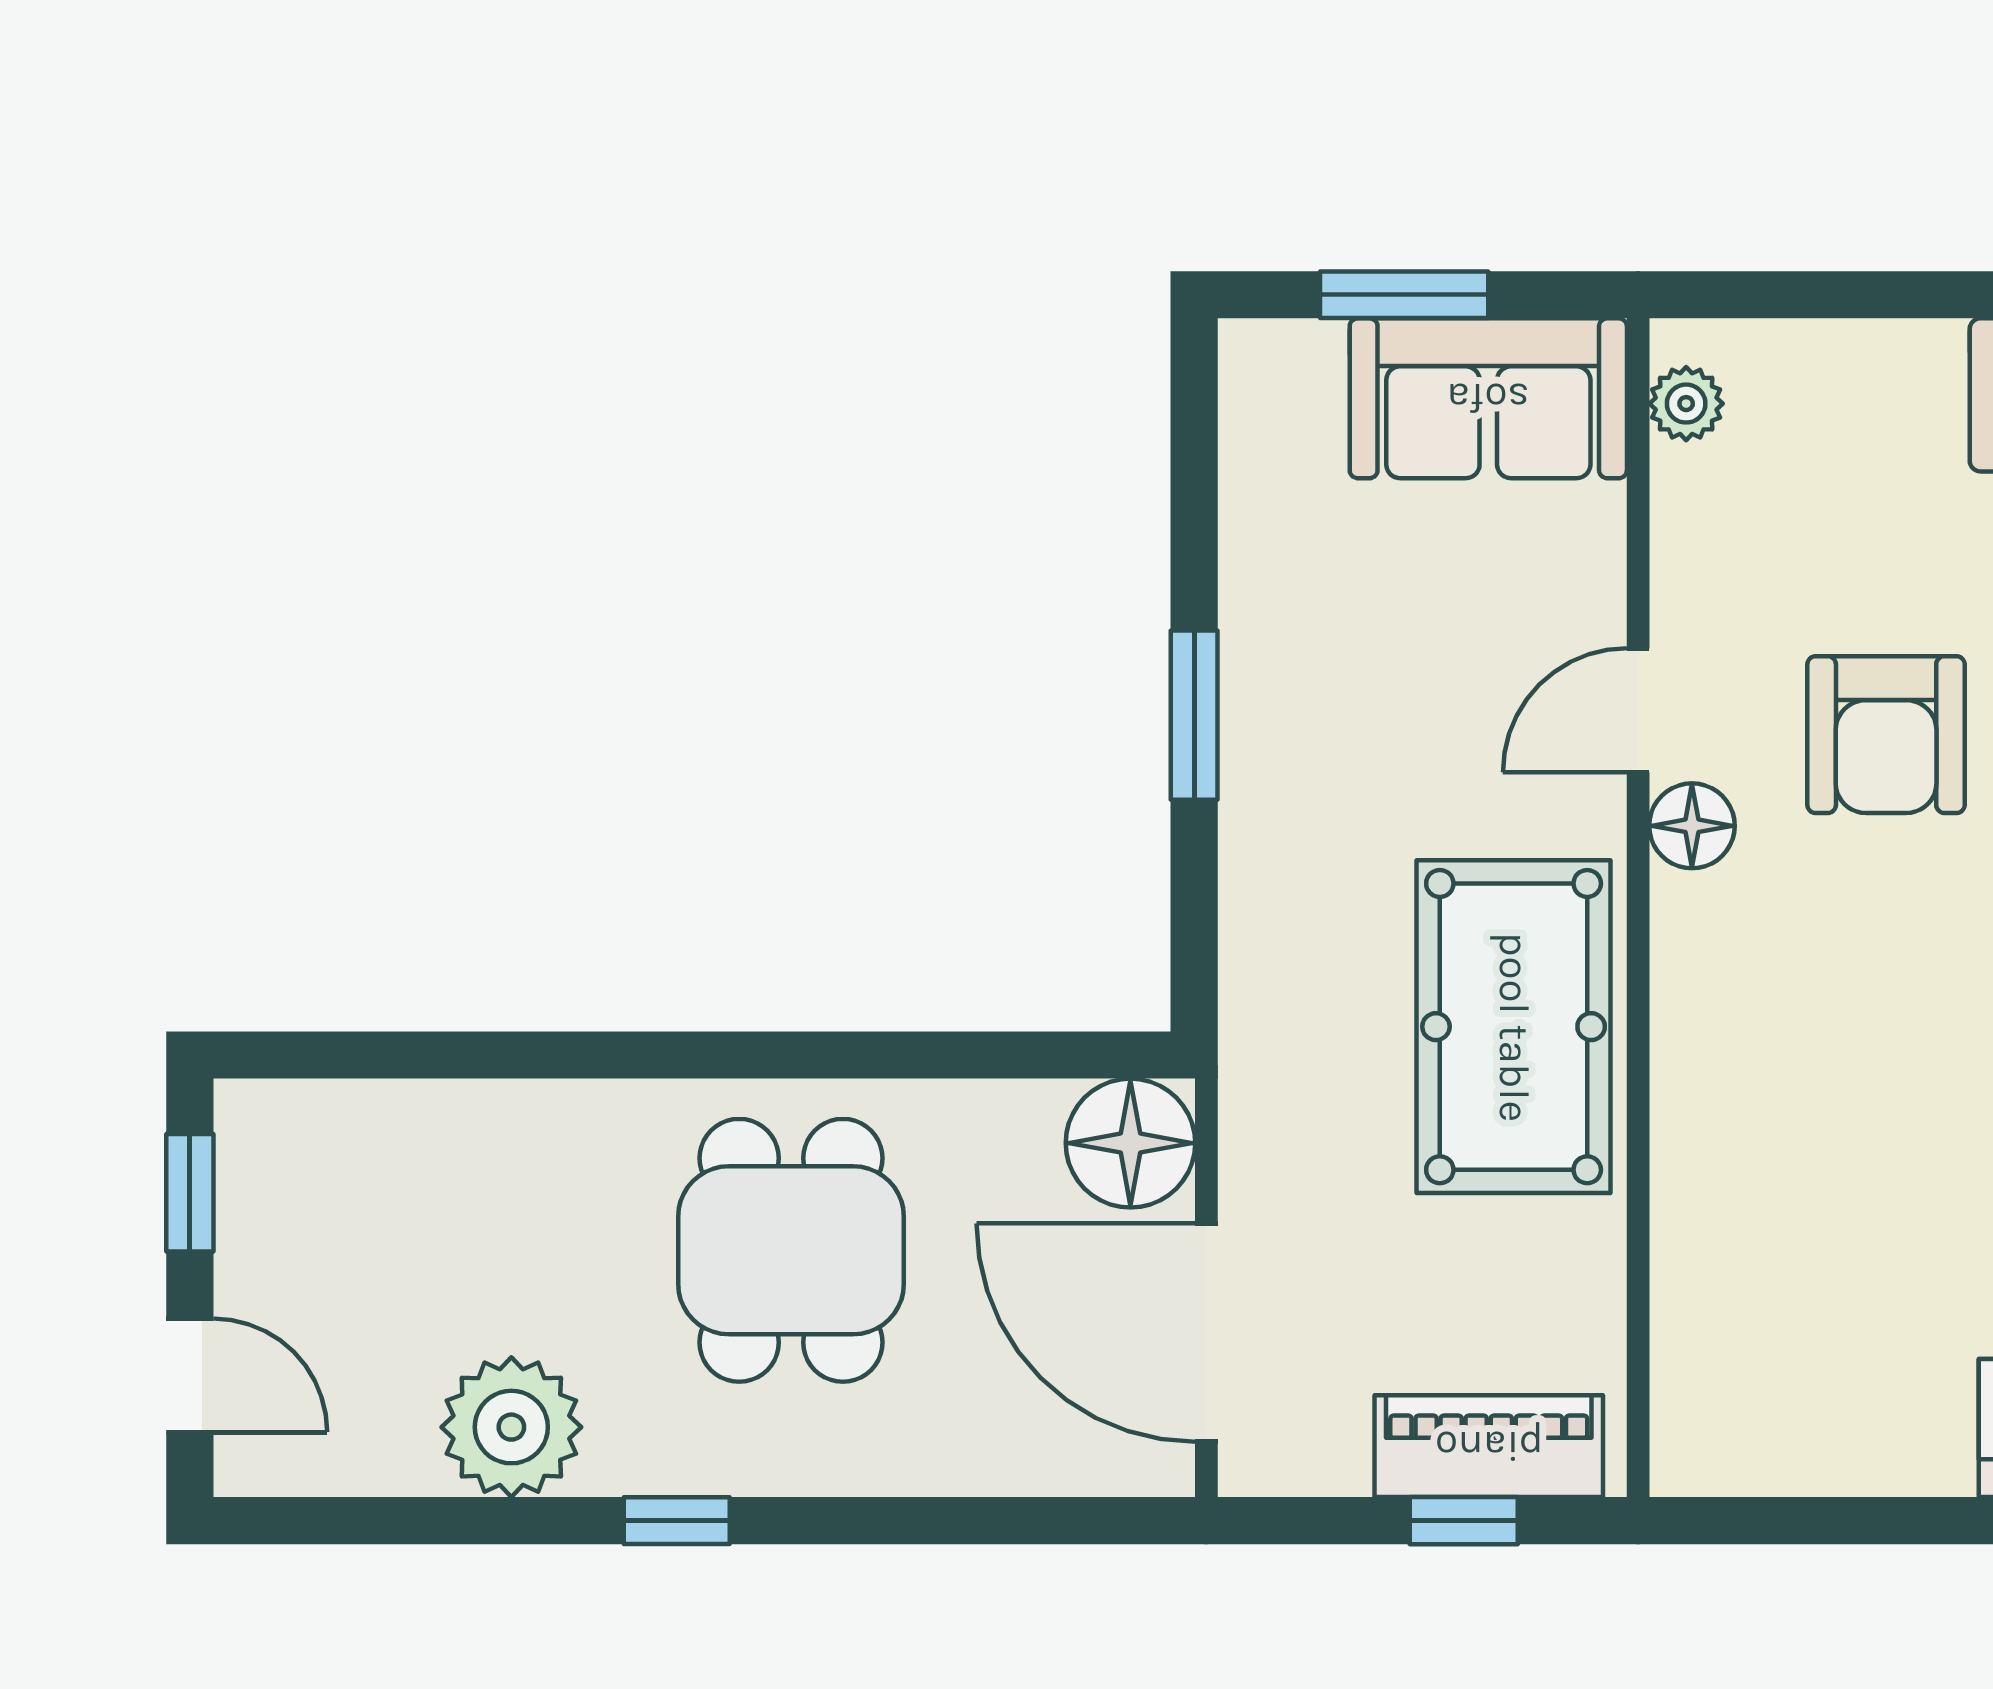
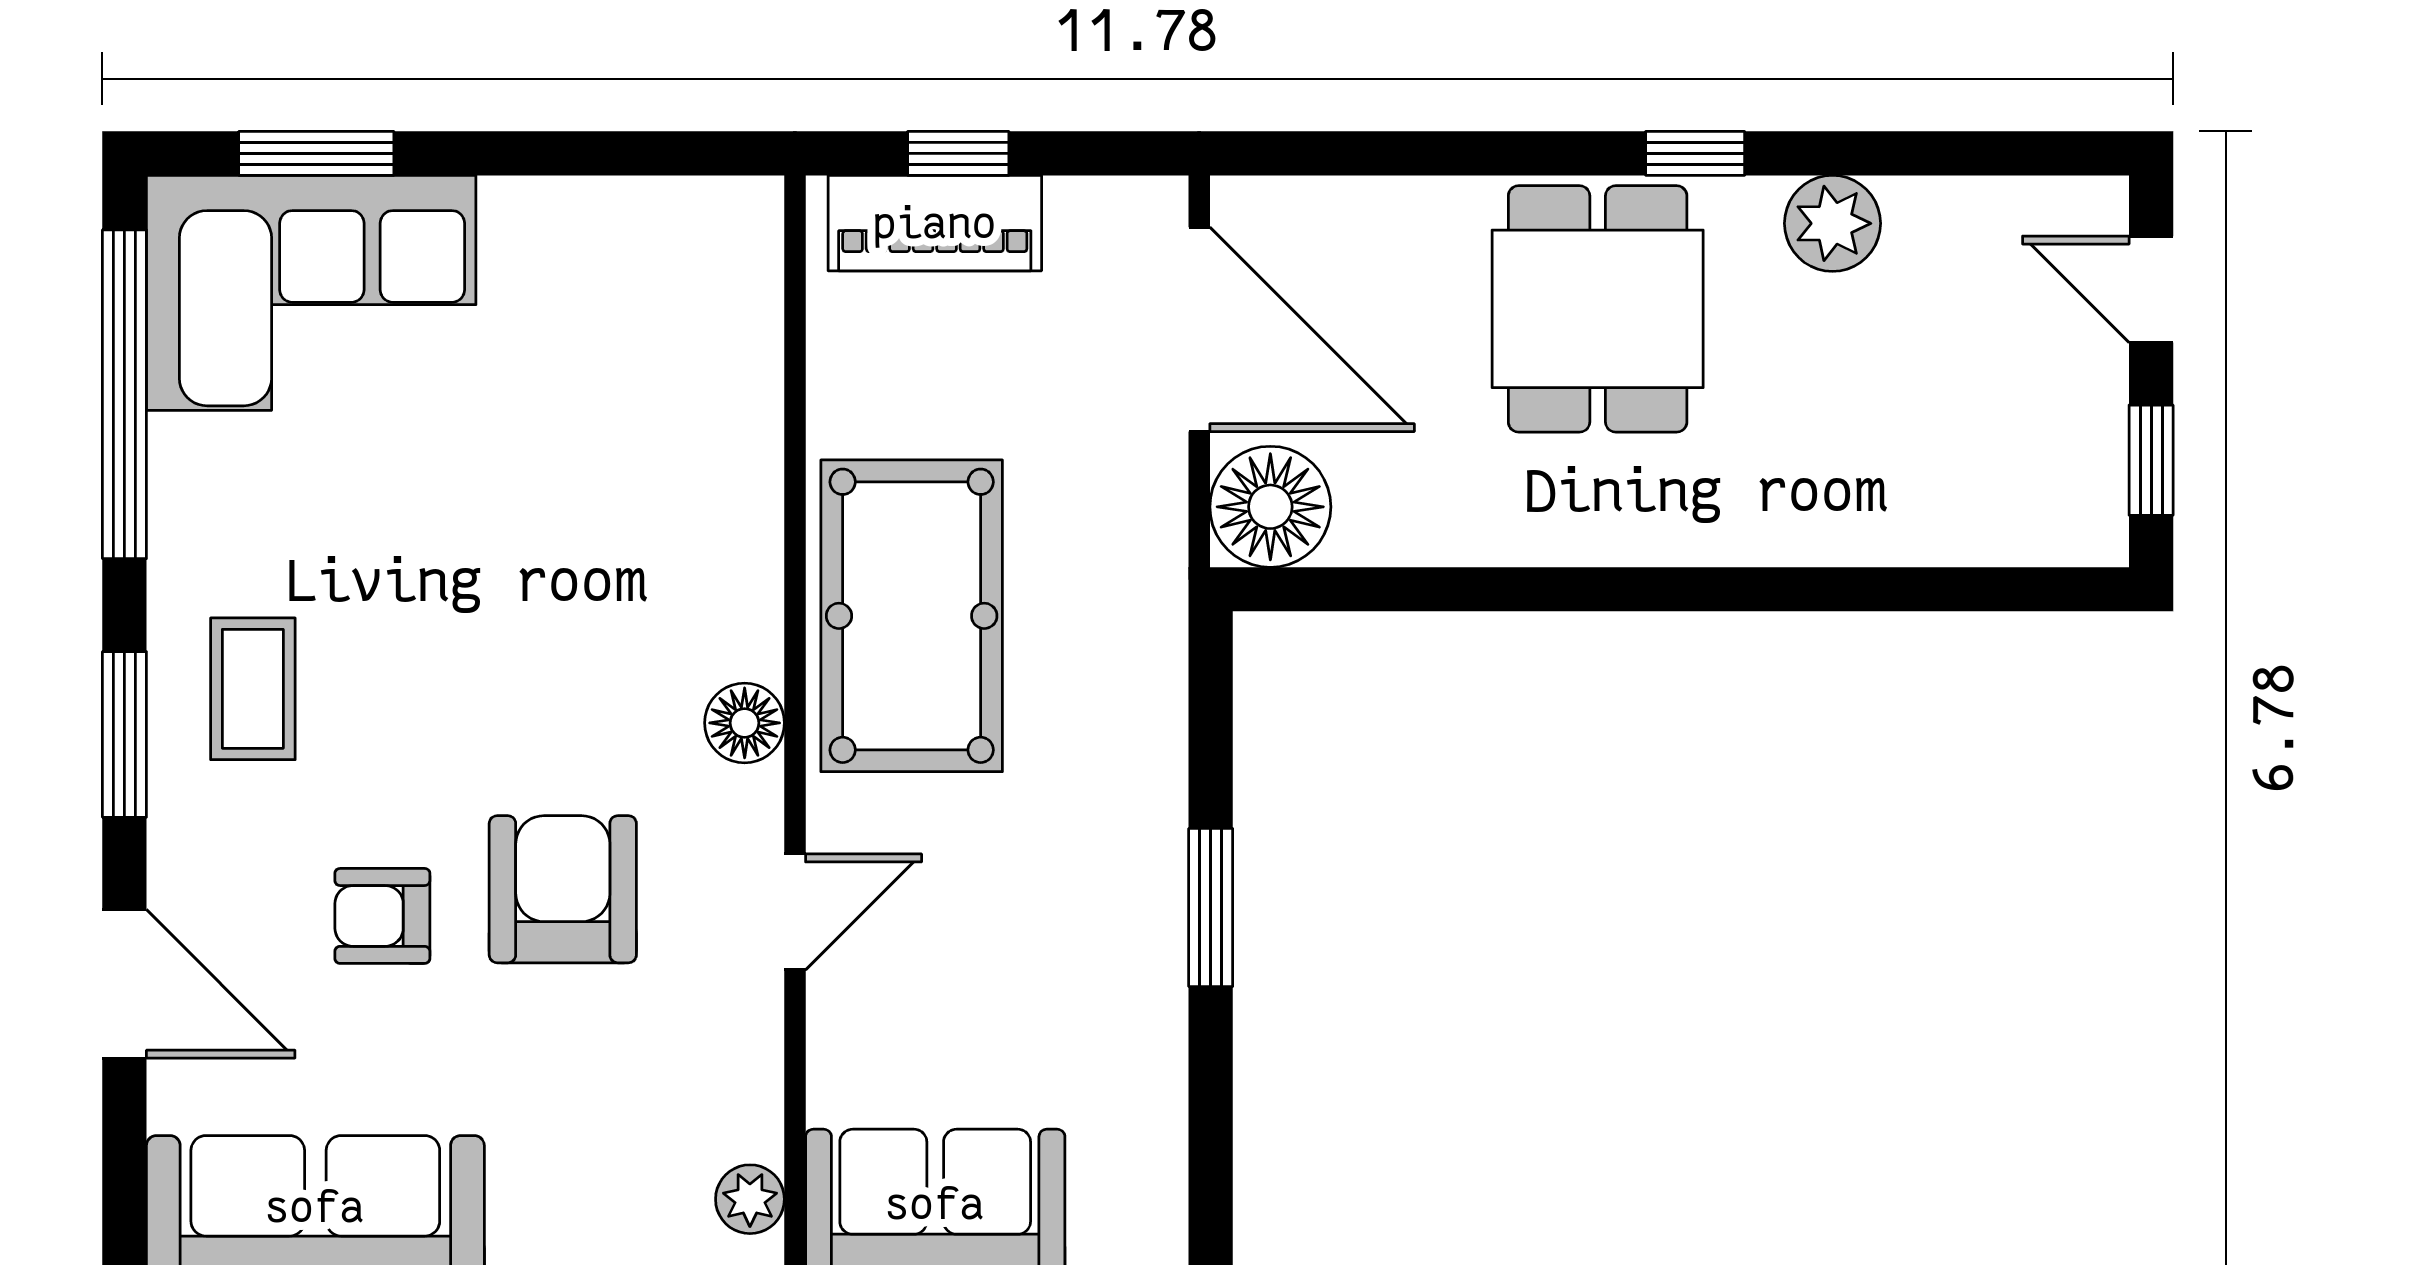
floor lamp: (1692, 826) -> (745, 723), moved
dining table: (791, 1250) -> (1598, 309), moved
plant: (511, 1427) -> (1832, 223), width x0.73, depth x0.73

